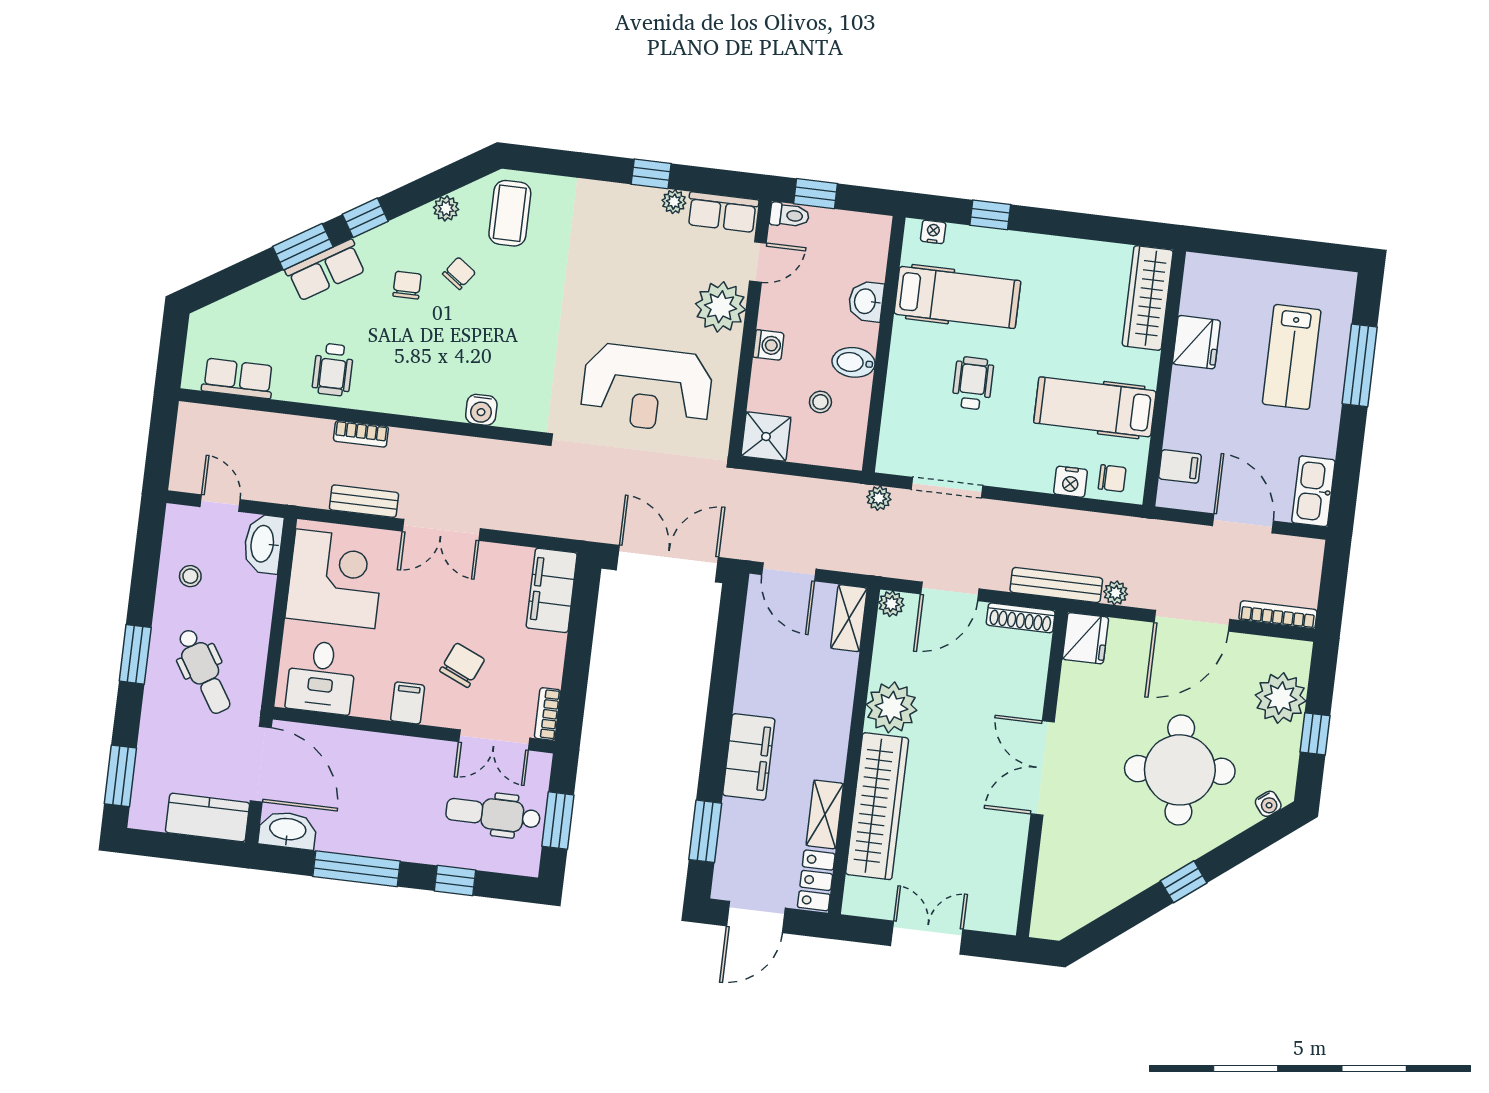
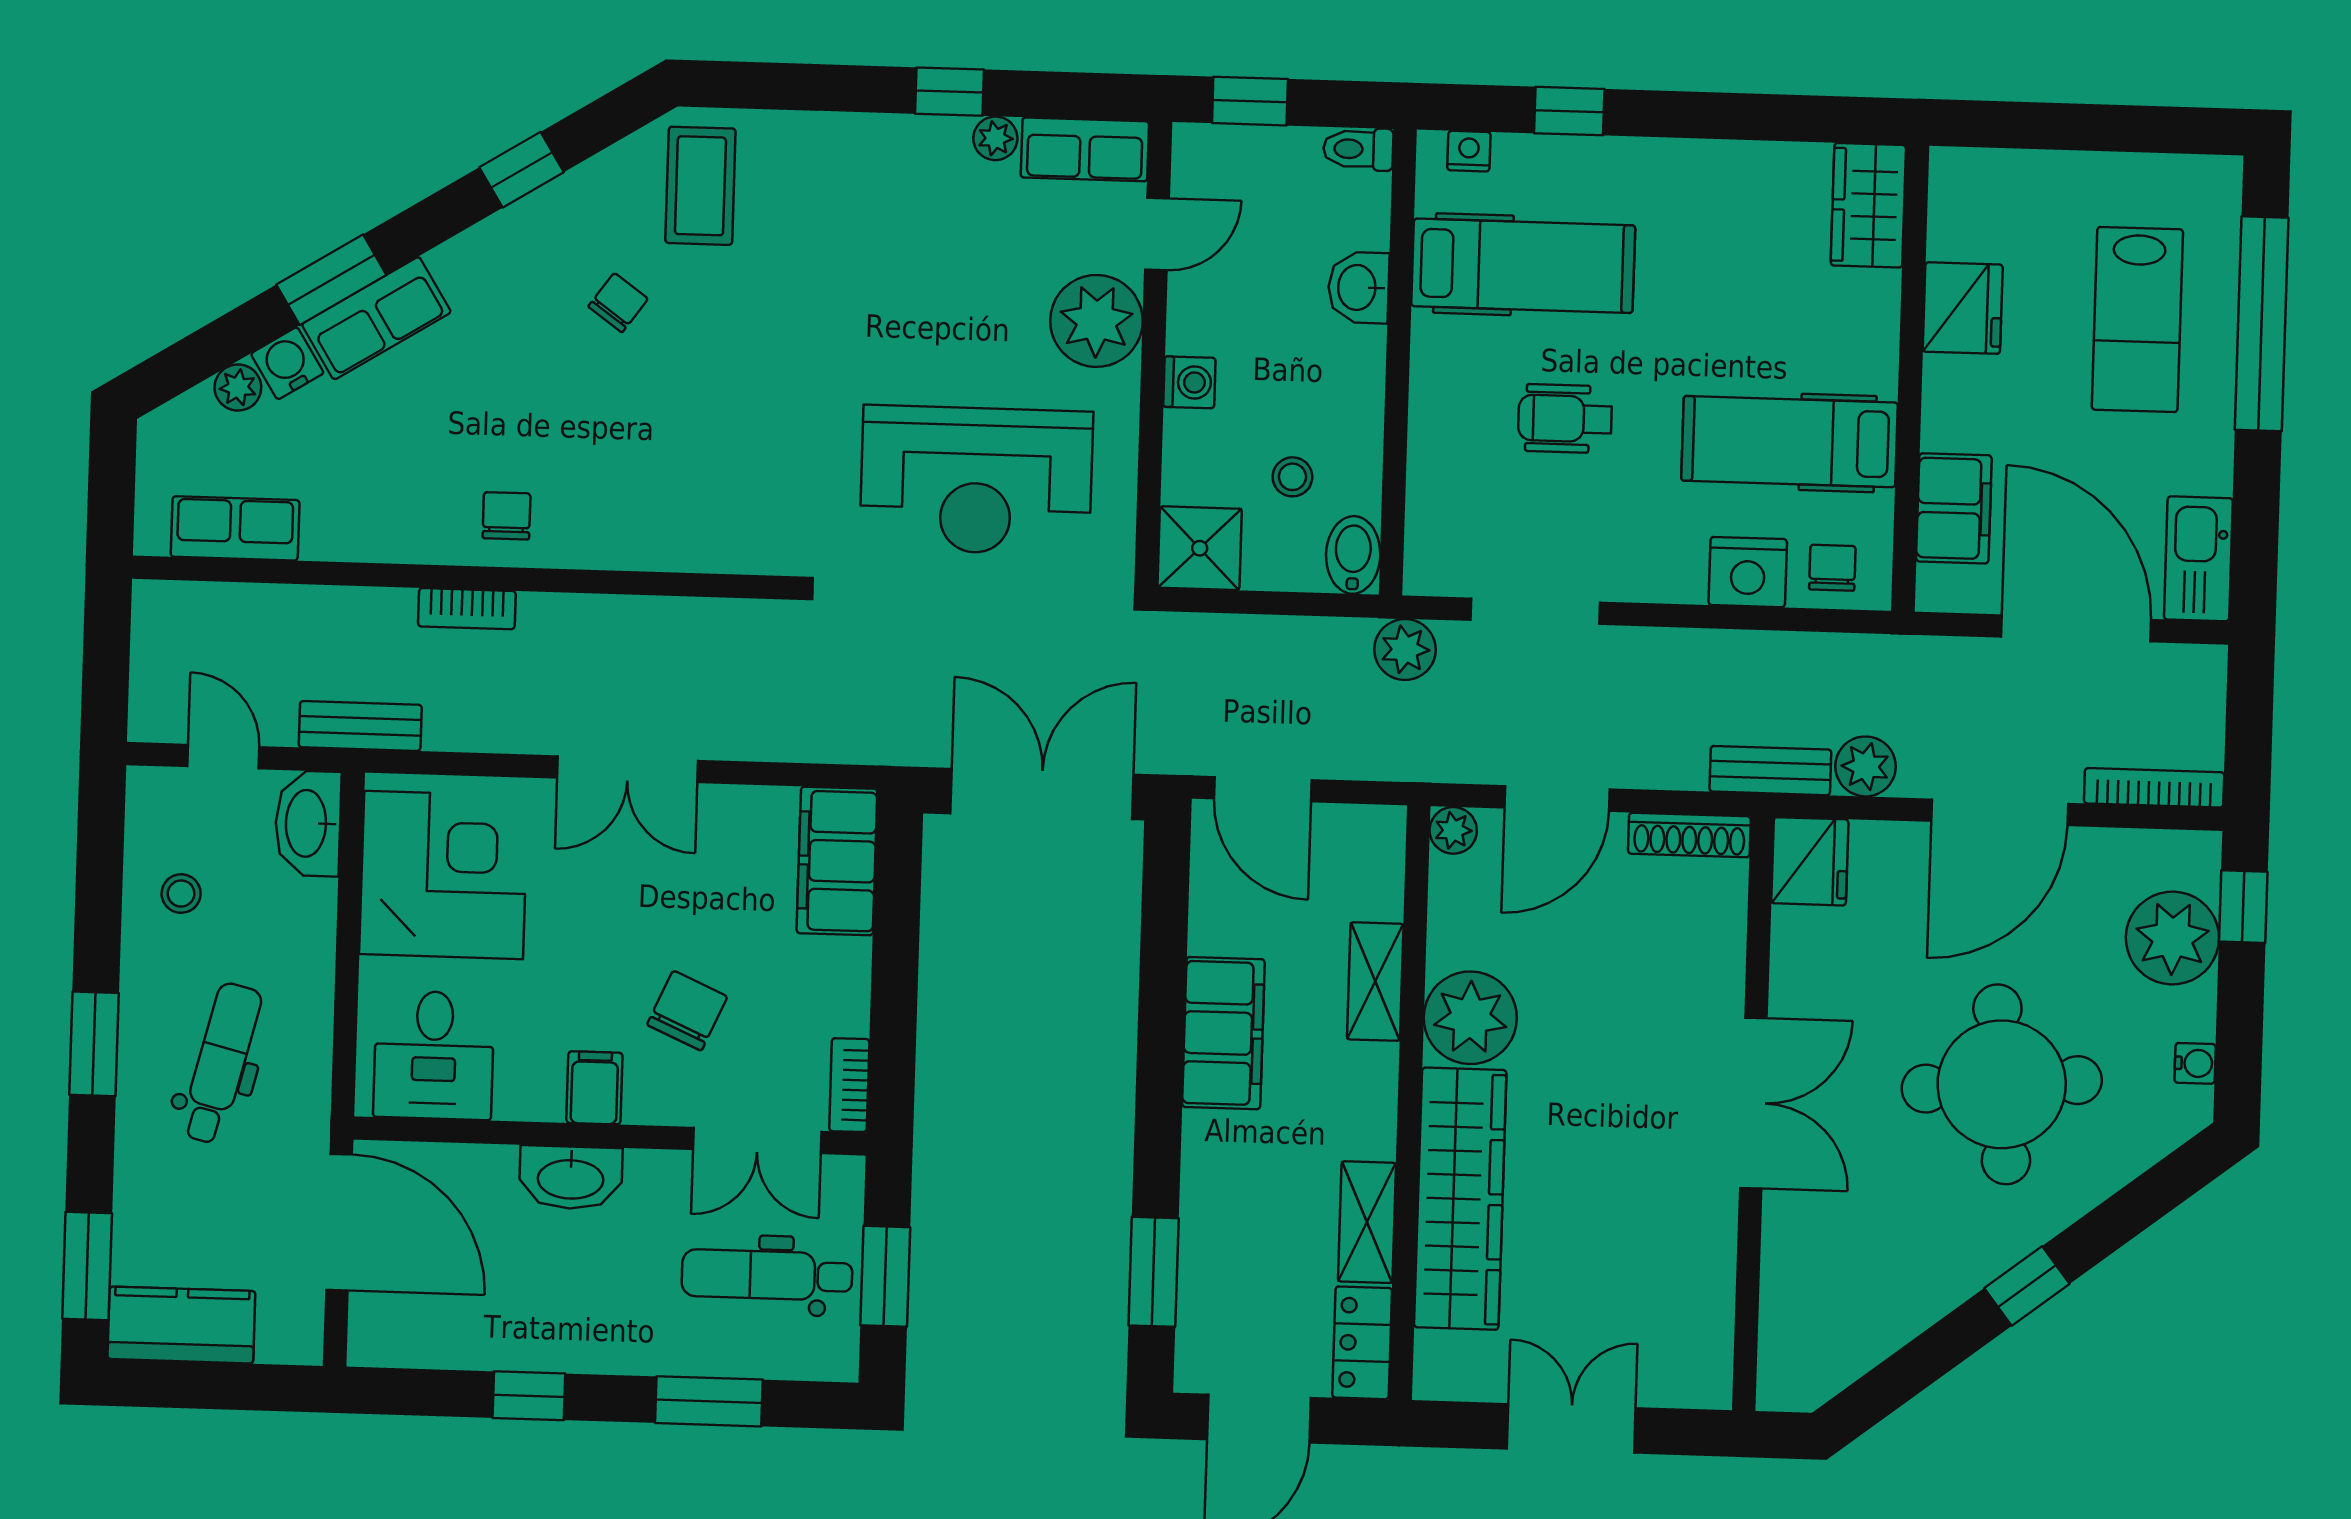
plant: (446, 208) -> (238, 387), moved
toilet: (789, 215) -> (1358, 149), moved, turned 180
window: (365, 218) -> (522, 170), moved
chair: (407, 285) -> (507, 516), moved
wardrobe: (1148, 298) -> (1868, 205), width x0.67
bidet: (854, 362) -> (1353, 555), moved, turned 90
window: (1360, 365) -> (2262, 324), width x1.46
wheelchair: (333, 370) -> (405, 497), removed
wheelchair: (973, 383) -> (1565, 419), turned -90
water cooler: (481, 410) -> (287, 363), moved, turned 148
filing cabinet: (1180, 466) -> (1954, 508), width x2.00
chair: (1112, 478) -> (1832, 568), turned -90
nightstand: (1071, 482) -> (1748, 572), width x1.36, depth x1.33
plant: (879, 498) -> (1405, 650), width x1.38, depth x1.38
bench: (364, 501) -> (360, 726), moved
door: (1243, 523) -> (2076, 628), width x1.36
bench: (1056, 585) -> (1770, 771), width x0.73
plant: (1116, 593) -> (1866, 766), width x1.38, depth x1.38
shelving: (849, 618) -> (1375, 982), moved
dental chair: (204, 671) -> (221, 1063), turned -134
window: (1315, 734) -> (2243, 907), moved
filing cabinet: (749, 757) -> (1223, 1033), moved
double door: (1043, 768) -> (1753, 1103), swing flipped
water cooler: (1268, 804) -> (2195, 1063), moved, turned -52
kitchen counter: (208, 817) -> (181, 1325), moved
washbasin: (288, 830) -> (571, 1178), moved, turned 180
window: (356, 869) -> (529, 1396), width x0.46
window: (455, 881) -> (709, 1401), width x1.50

